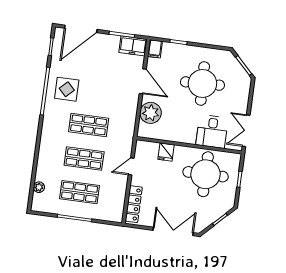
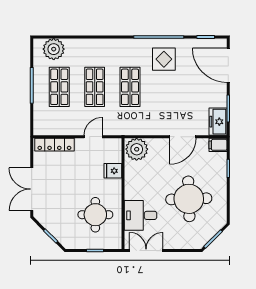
plant: (151, 113) -> (137, 149), moved
door: (131, 166) -> (93, 137), hinge flipped
round table: (206, 174) -> (95, 215), width x0.73, depth x0.73
plant: (39, 187) -> (54, 49), width x1.87, depth x1.87
double door: (173, 231) -> (32, 189), swing flipped

